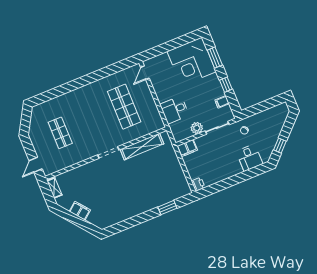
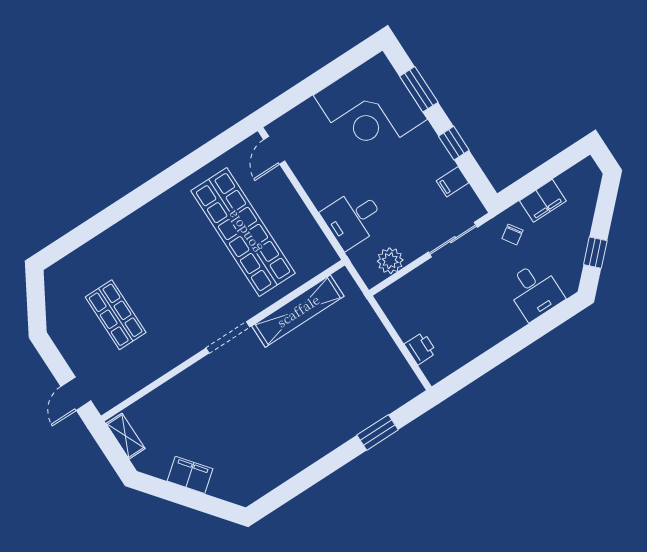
shop shelf: (124, 107) -> (243, 232), width x1.40
plant: (197, 128) -> (390, 261), moved
filing cabinet: (187, 148) -> (543, 201), moved
printer: (198, 184) -> (421, 348), moved

